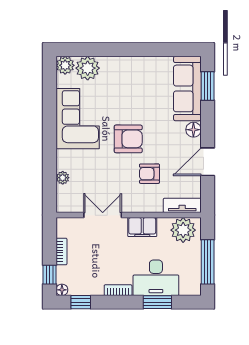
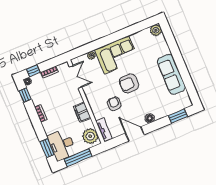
plant: (88, 68) -> (160, 44), removed
sofa: (187, 88) -> (171, 74), moved, turned -90
corner sofa: (78, 119) -> (117, 55), moved
armchair: (128, 139) -> (129, 83), turned 89
double door: (103, 215) -> (76, 77), moved
desk: (156, 278) -> (62, 145), moved
window: (157, 302) -> (47, 148), moved

